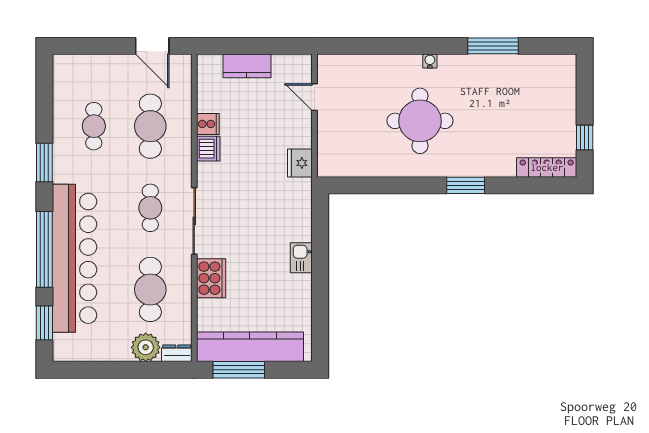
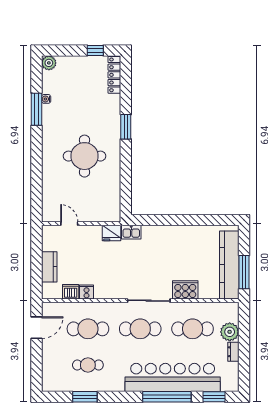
water cooler: (430, 61) -> (46, 99), moved
plant: (565, 65) -> (49, 63), added
door: (314, 97) -> (69, 224), swing flipped
dishwasher: (208, 149) -> (71, 292), moved
window: (44, 163) -> (85, 397), moved
cafe table: (150, 208) -> (140, 329), width x1.37, depth x1.35
kitchen sink: (301, 258) -> (131, 232), moved
dresser: (177, 353) -> (233, 352), moved

